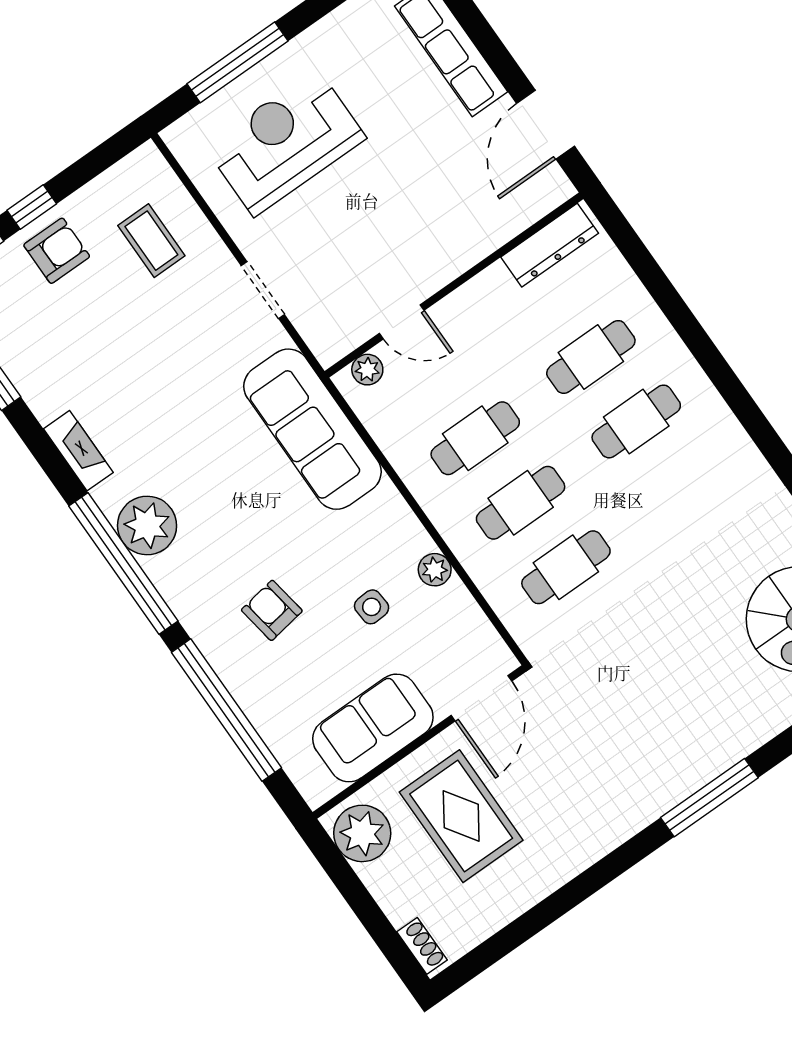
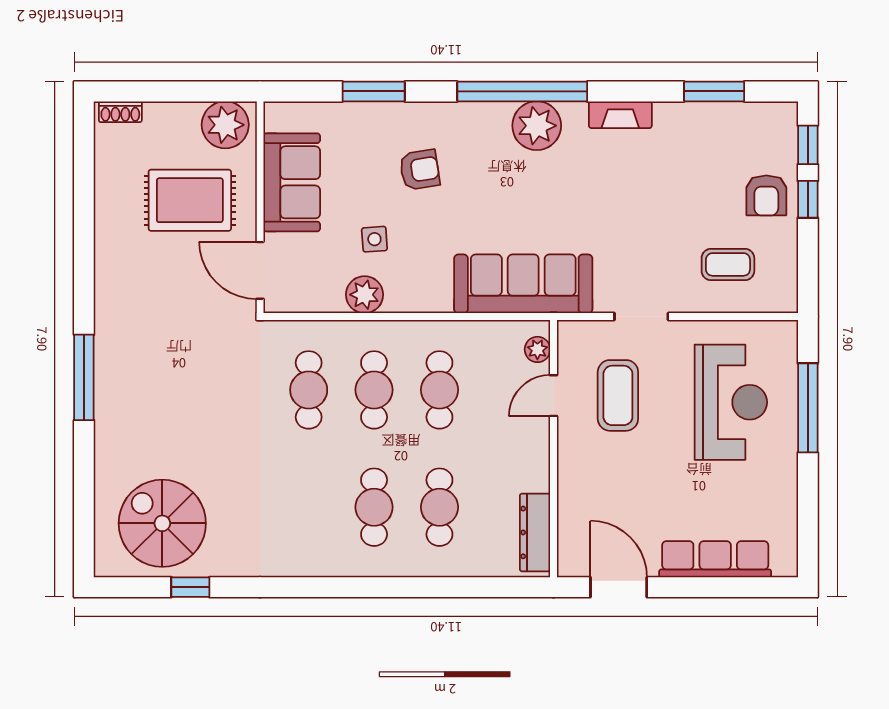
coffee table: (357, 258) -> (618, 395), added
plant: (435, 570) -> (365, 295), width x1.38, depth x1.38
window: (226, 710) -> (374, 91), width x0.47

